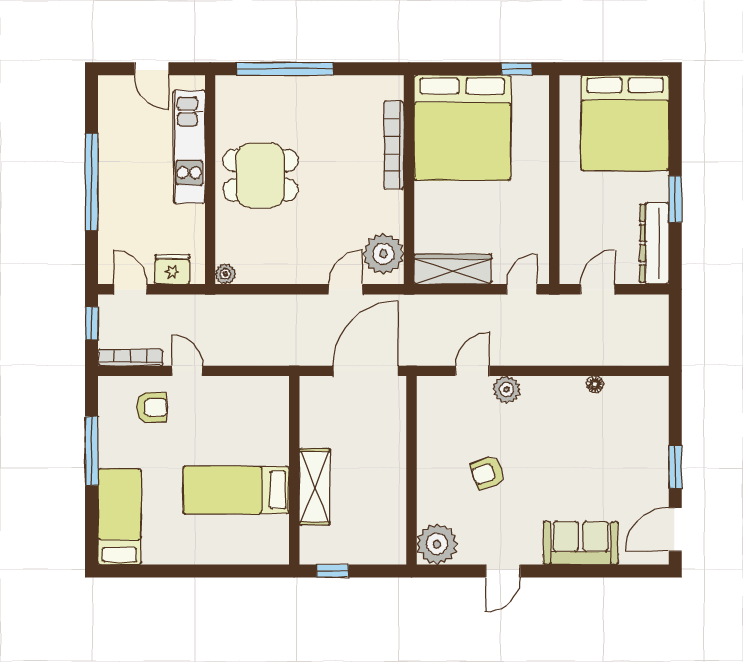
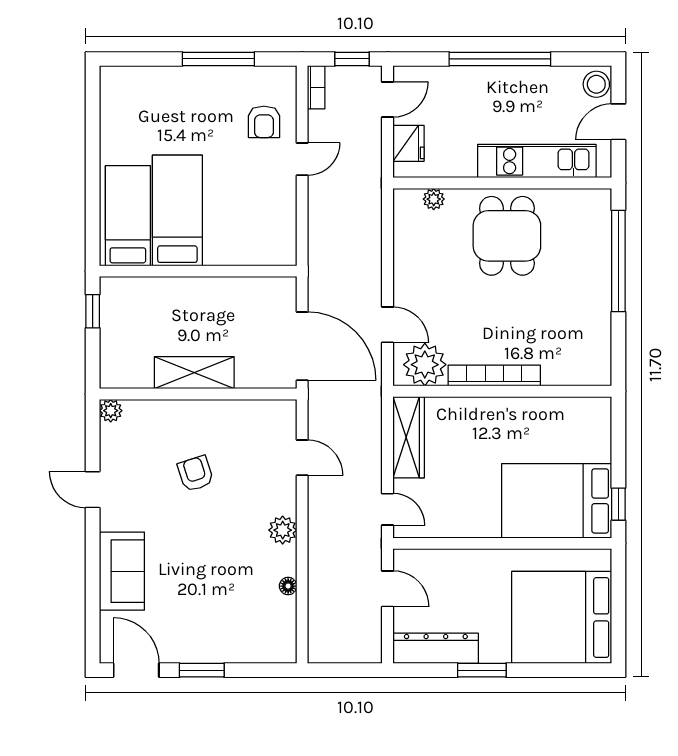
stool: (116, 90) -> (596, 84), added
bed: (462, 128) -> (557, 501), moved, width x0.73
bookcase: (394, 145) -> (494, 375), moved
plant: (225, 274) -> (434, 199), moved
bookcase: (130, 357) -> (316, 87), width x0.64
plant: (507, 389) -> (283, 530), moved
shelving: (315, 487) -> (194, 373), moved
bed: (119, 517) -> (128, 216), moved, turned -90
plant: (437, 544) -> (111, 411), width x0.53, depth x0.53

